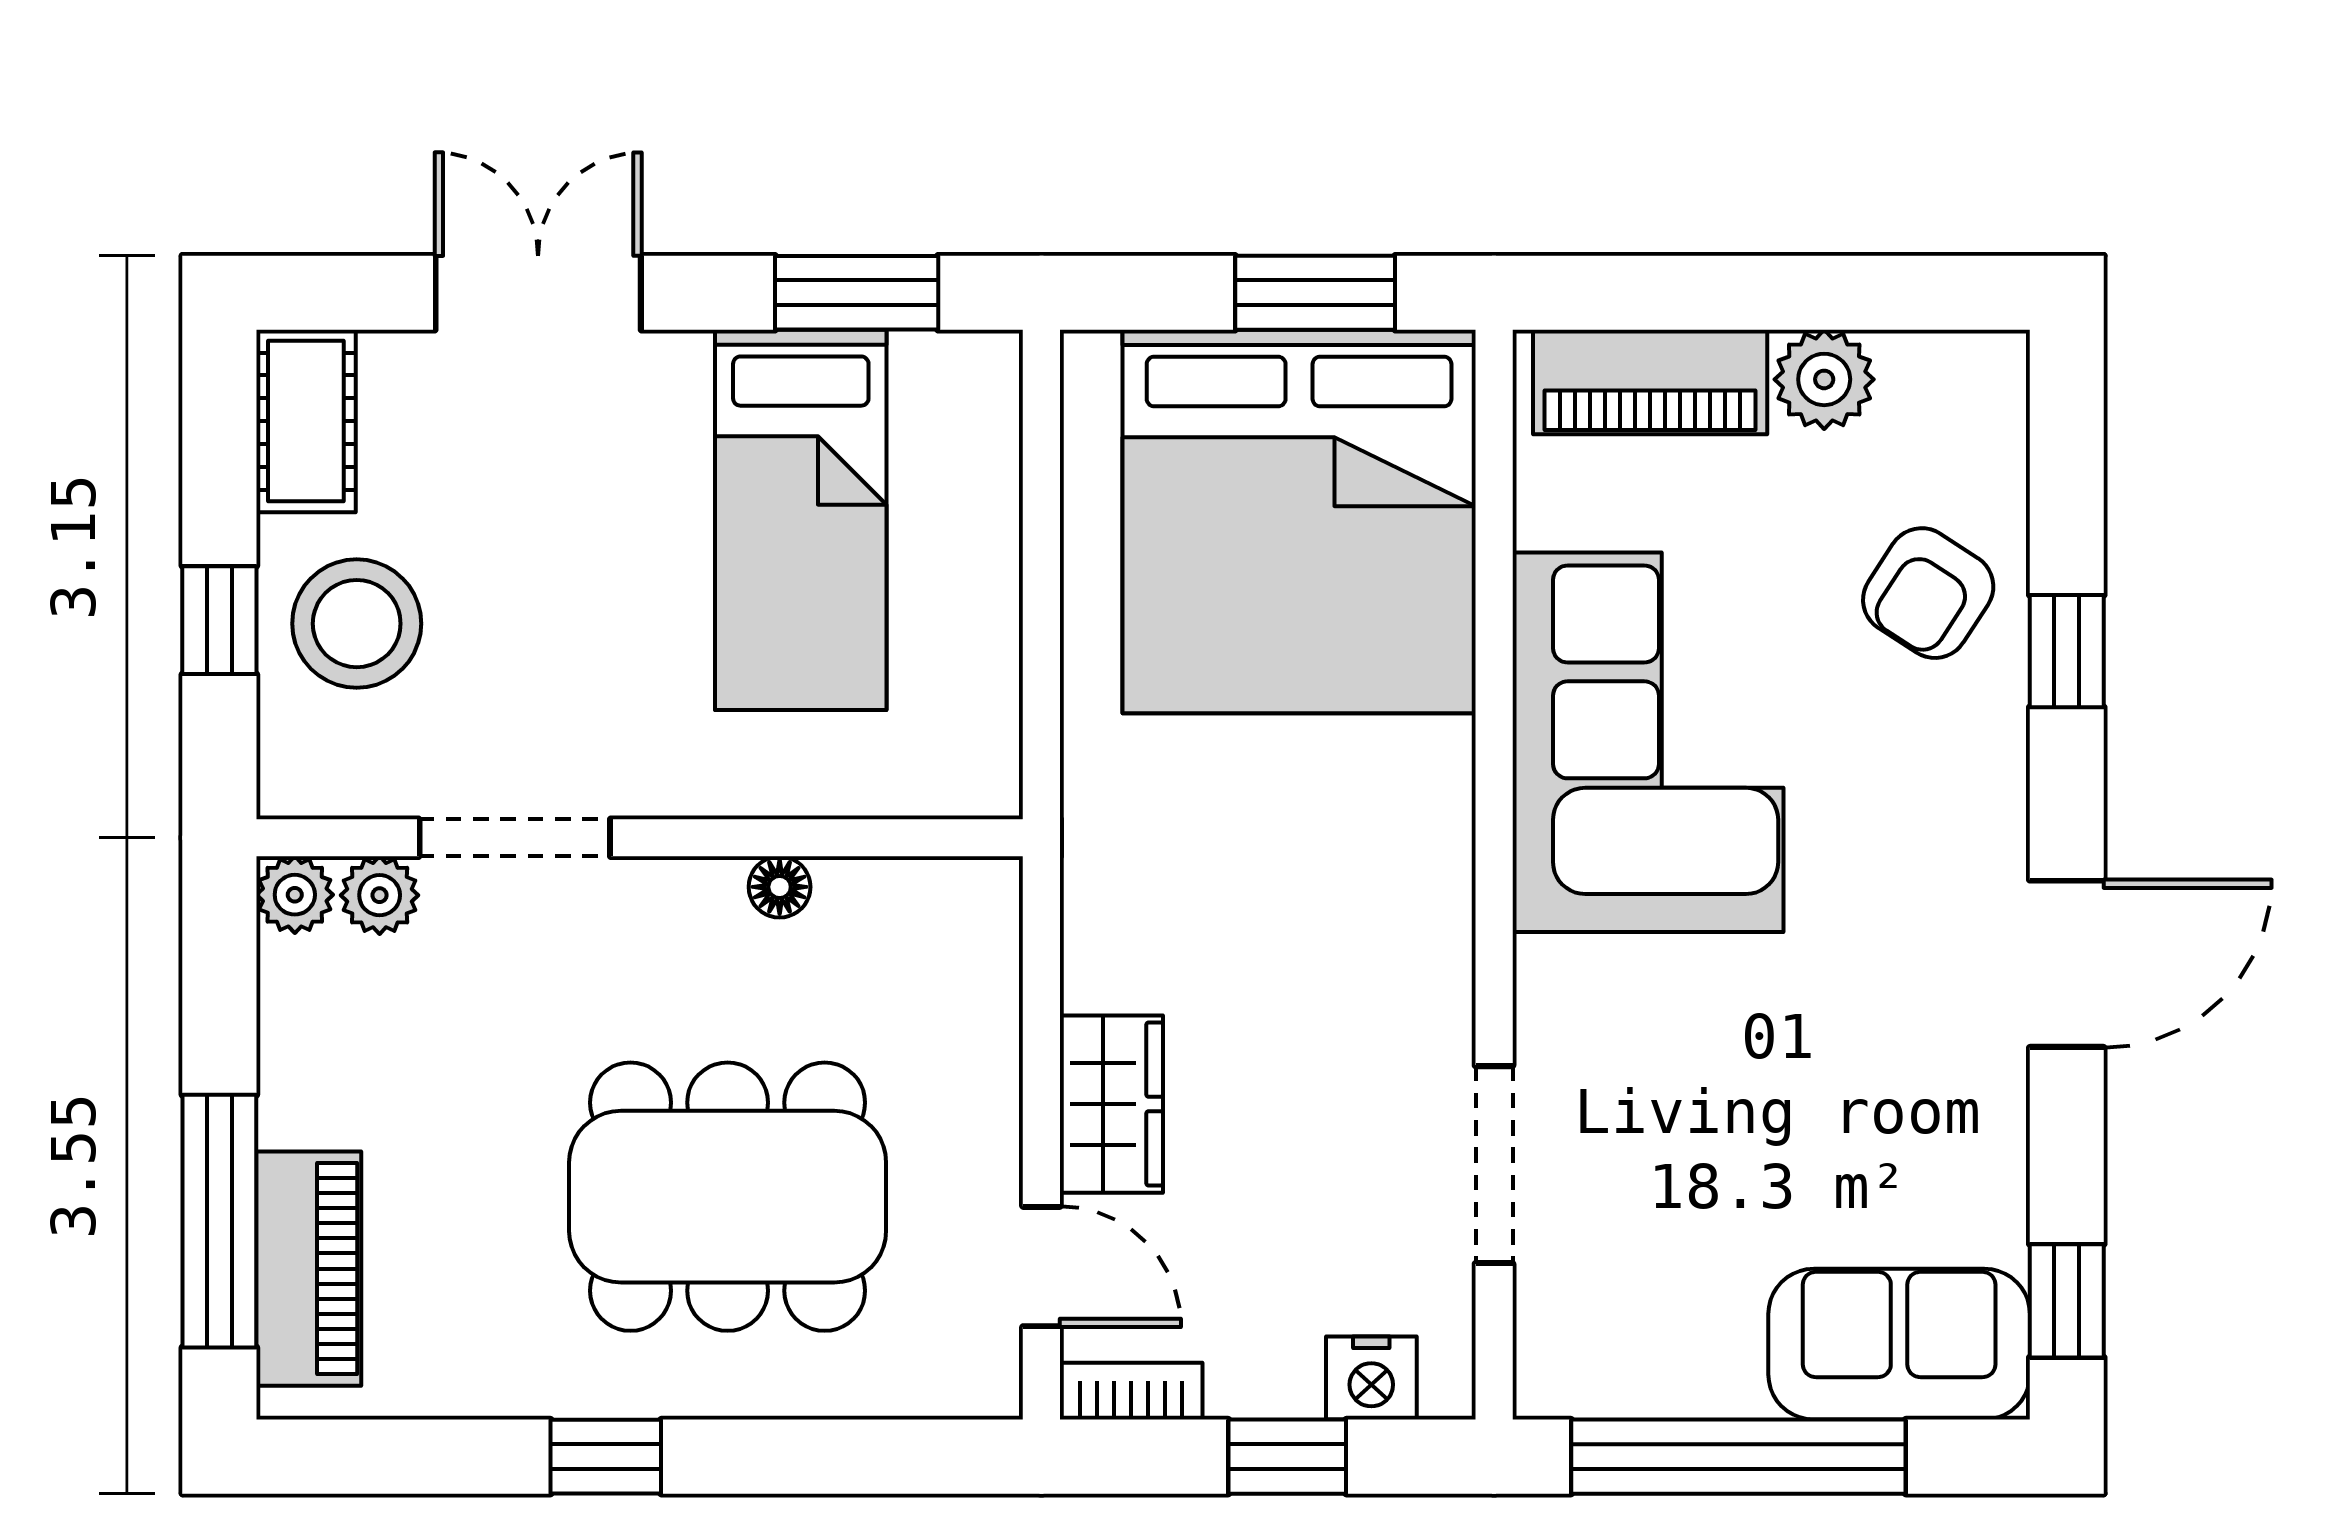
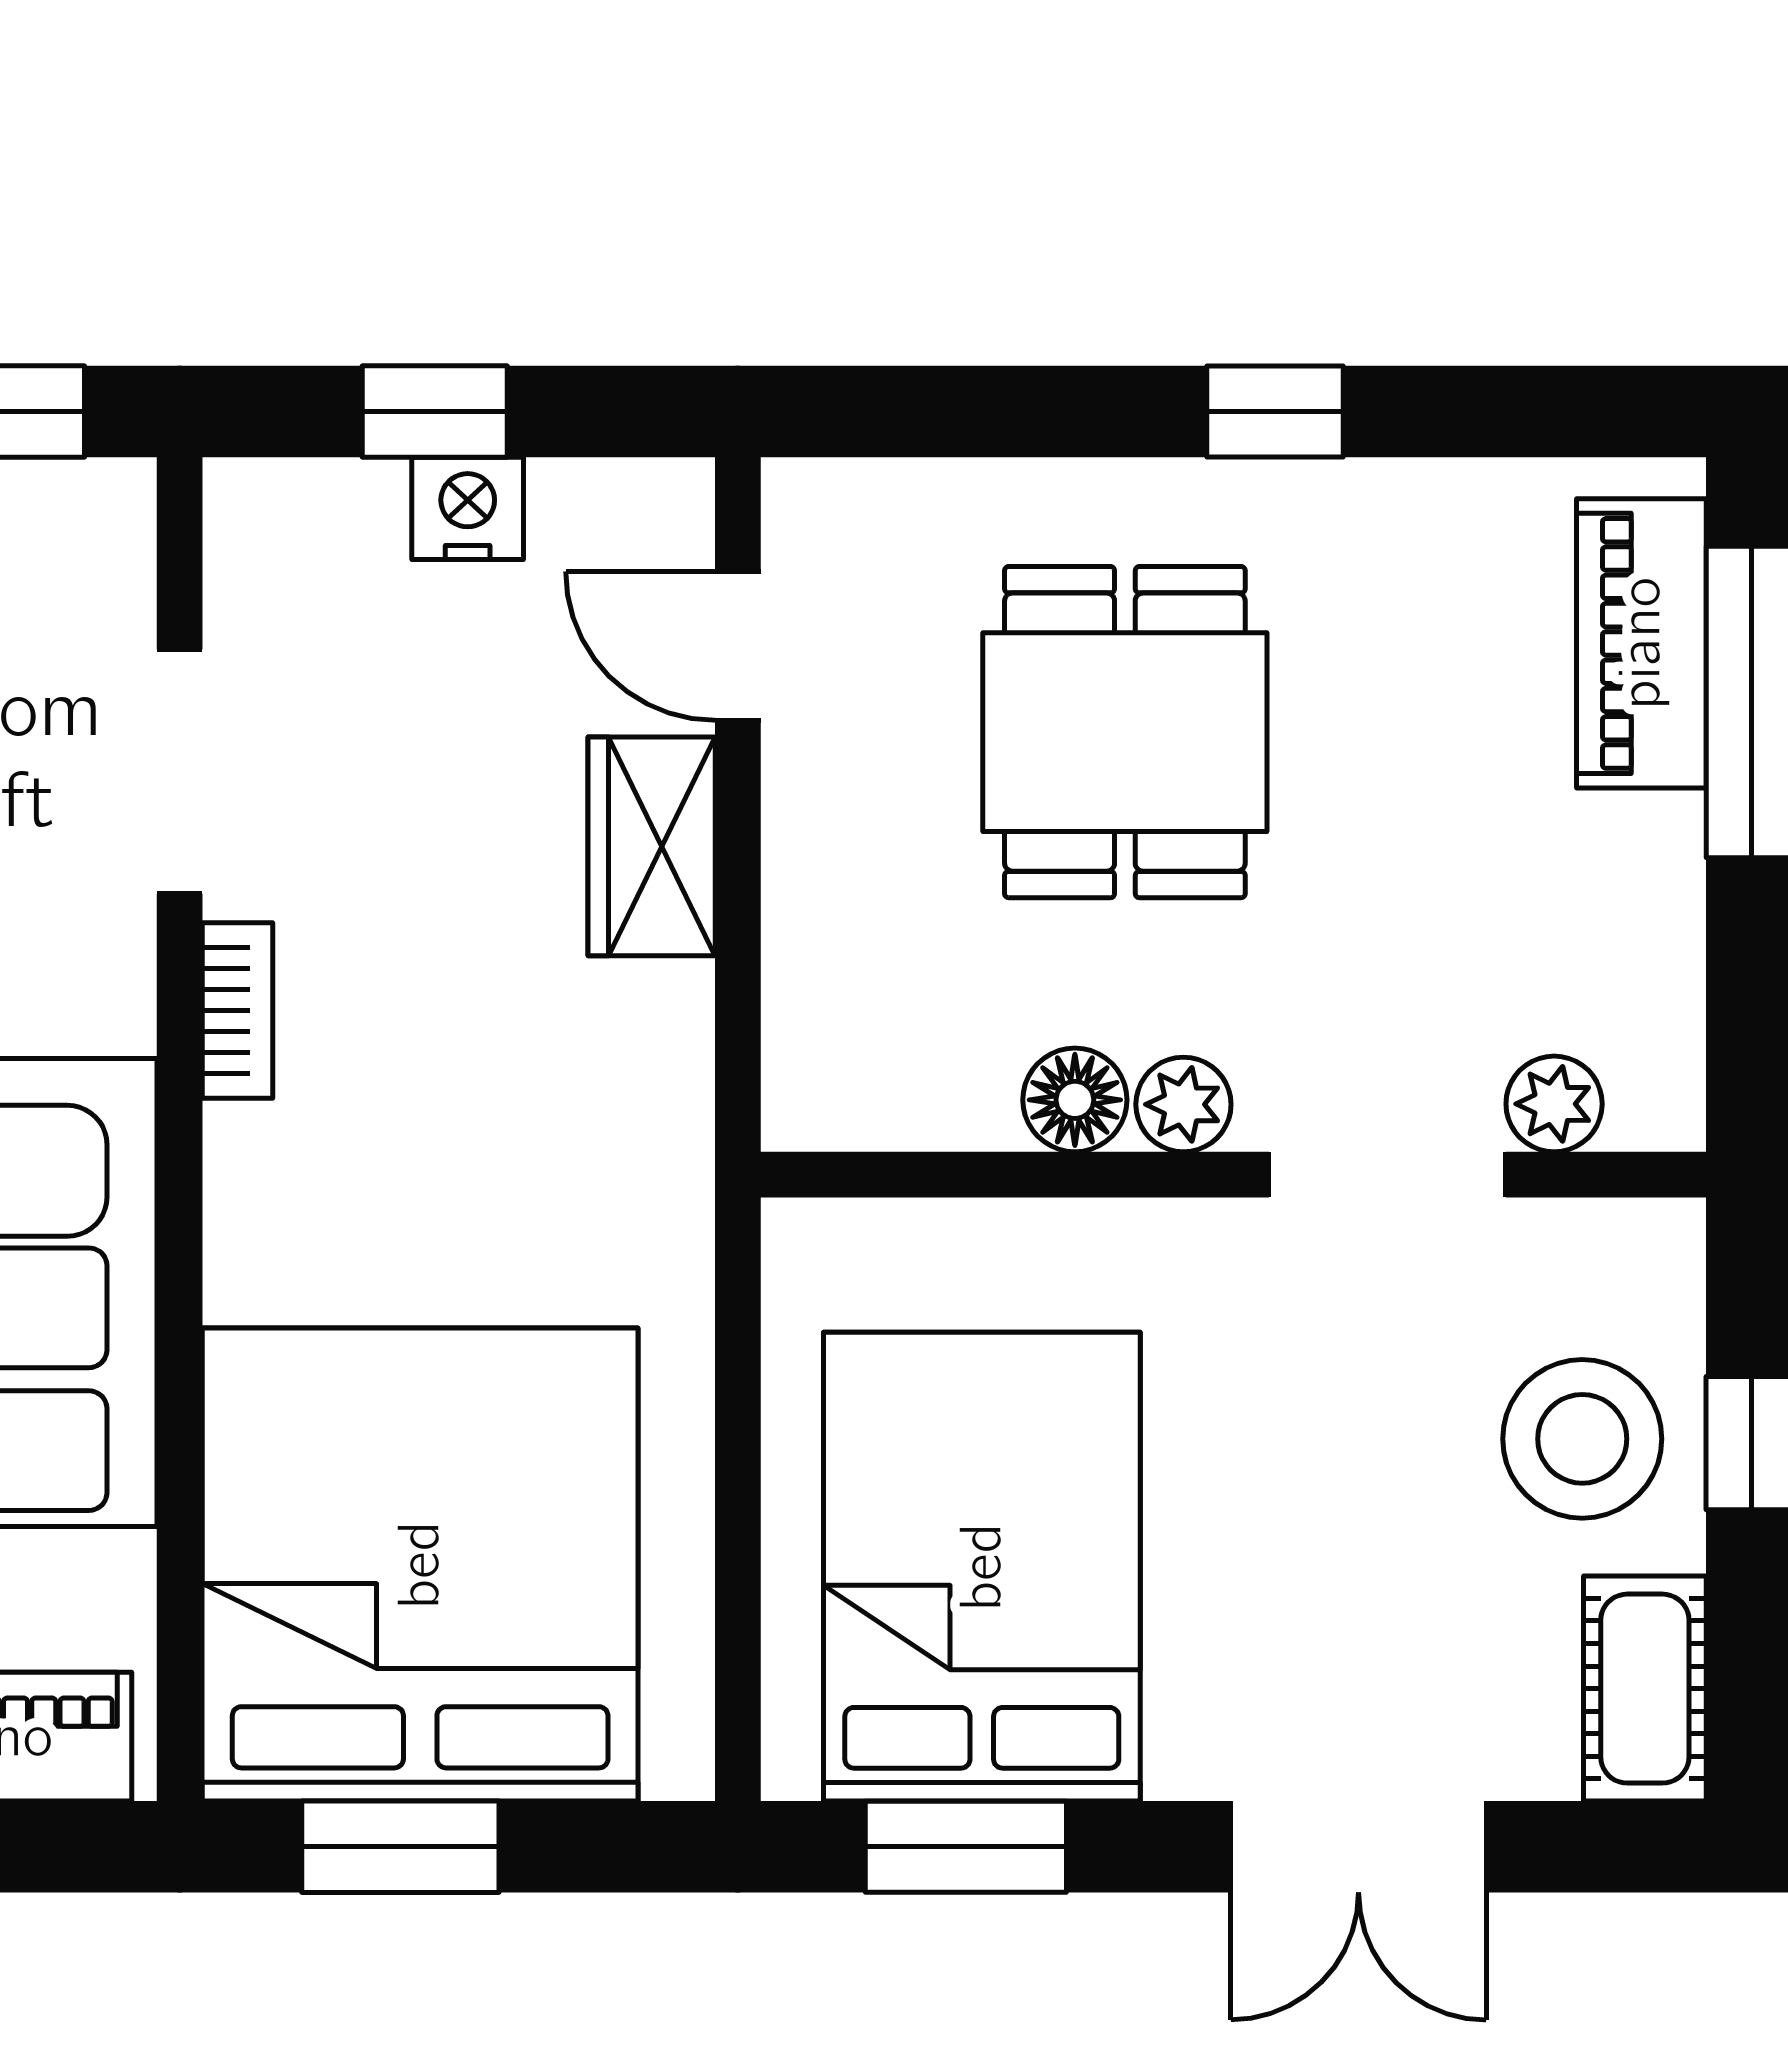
bed: (801, 520) -> (982, 1567), width x1.50
floor lamp: (780, 887) -> (1075, 1100), width x1.37, depth x1.37
plant: (295, 895) -> (1183, 1104), moved
dining table: (728, 1197) -> (1125, 732), width x0.73
nightstand: (1371, 1378) -> (468, 508), moved
bookcase: (1131, 1391) -> (238, 1011), moved, turned -90

